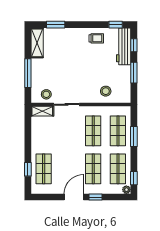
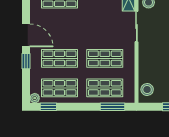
stool: (106, 91) -> (147, 90), moved
window: (134, 136) -> (113, 107), moved

